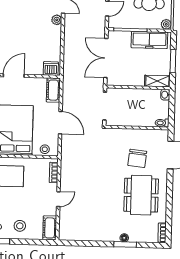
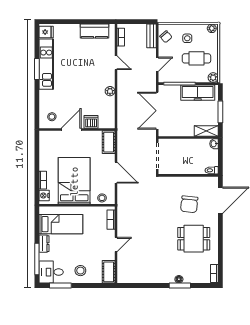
plant: (57, 20) -> (110, 91), moved
dishwasher: (51, 69) -> (91, 122), moved
dining table: (141, 195) -> (194, 239), width x0.73

